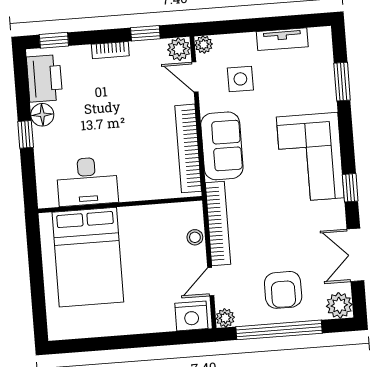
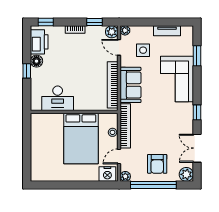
corner sofa: (310, 157) -> (177, 79), moved
bed: (88, 257) -> (81, 138), moved

